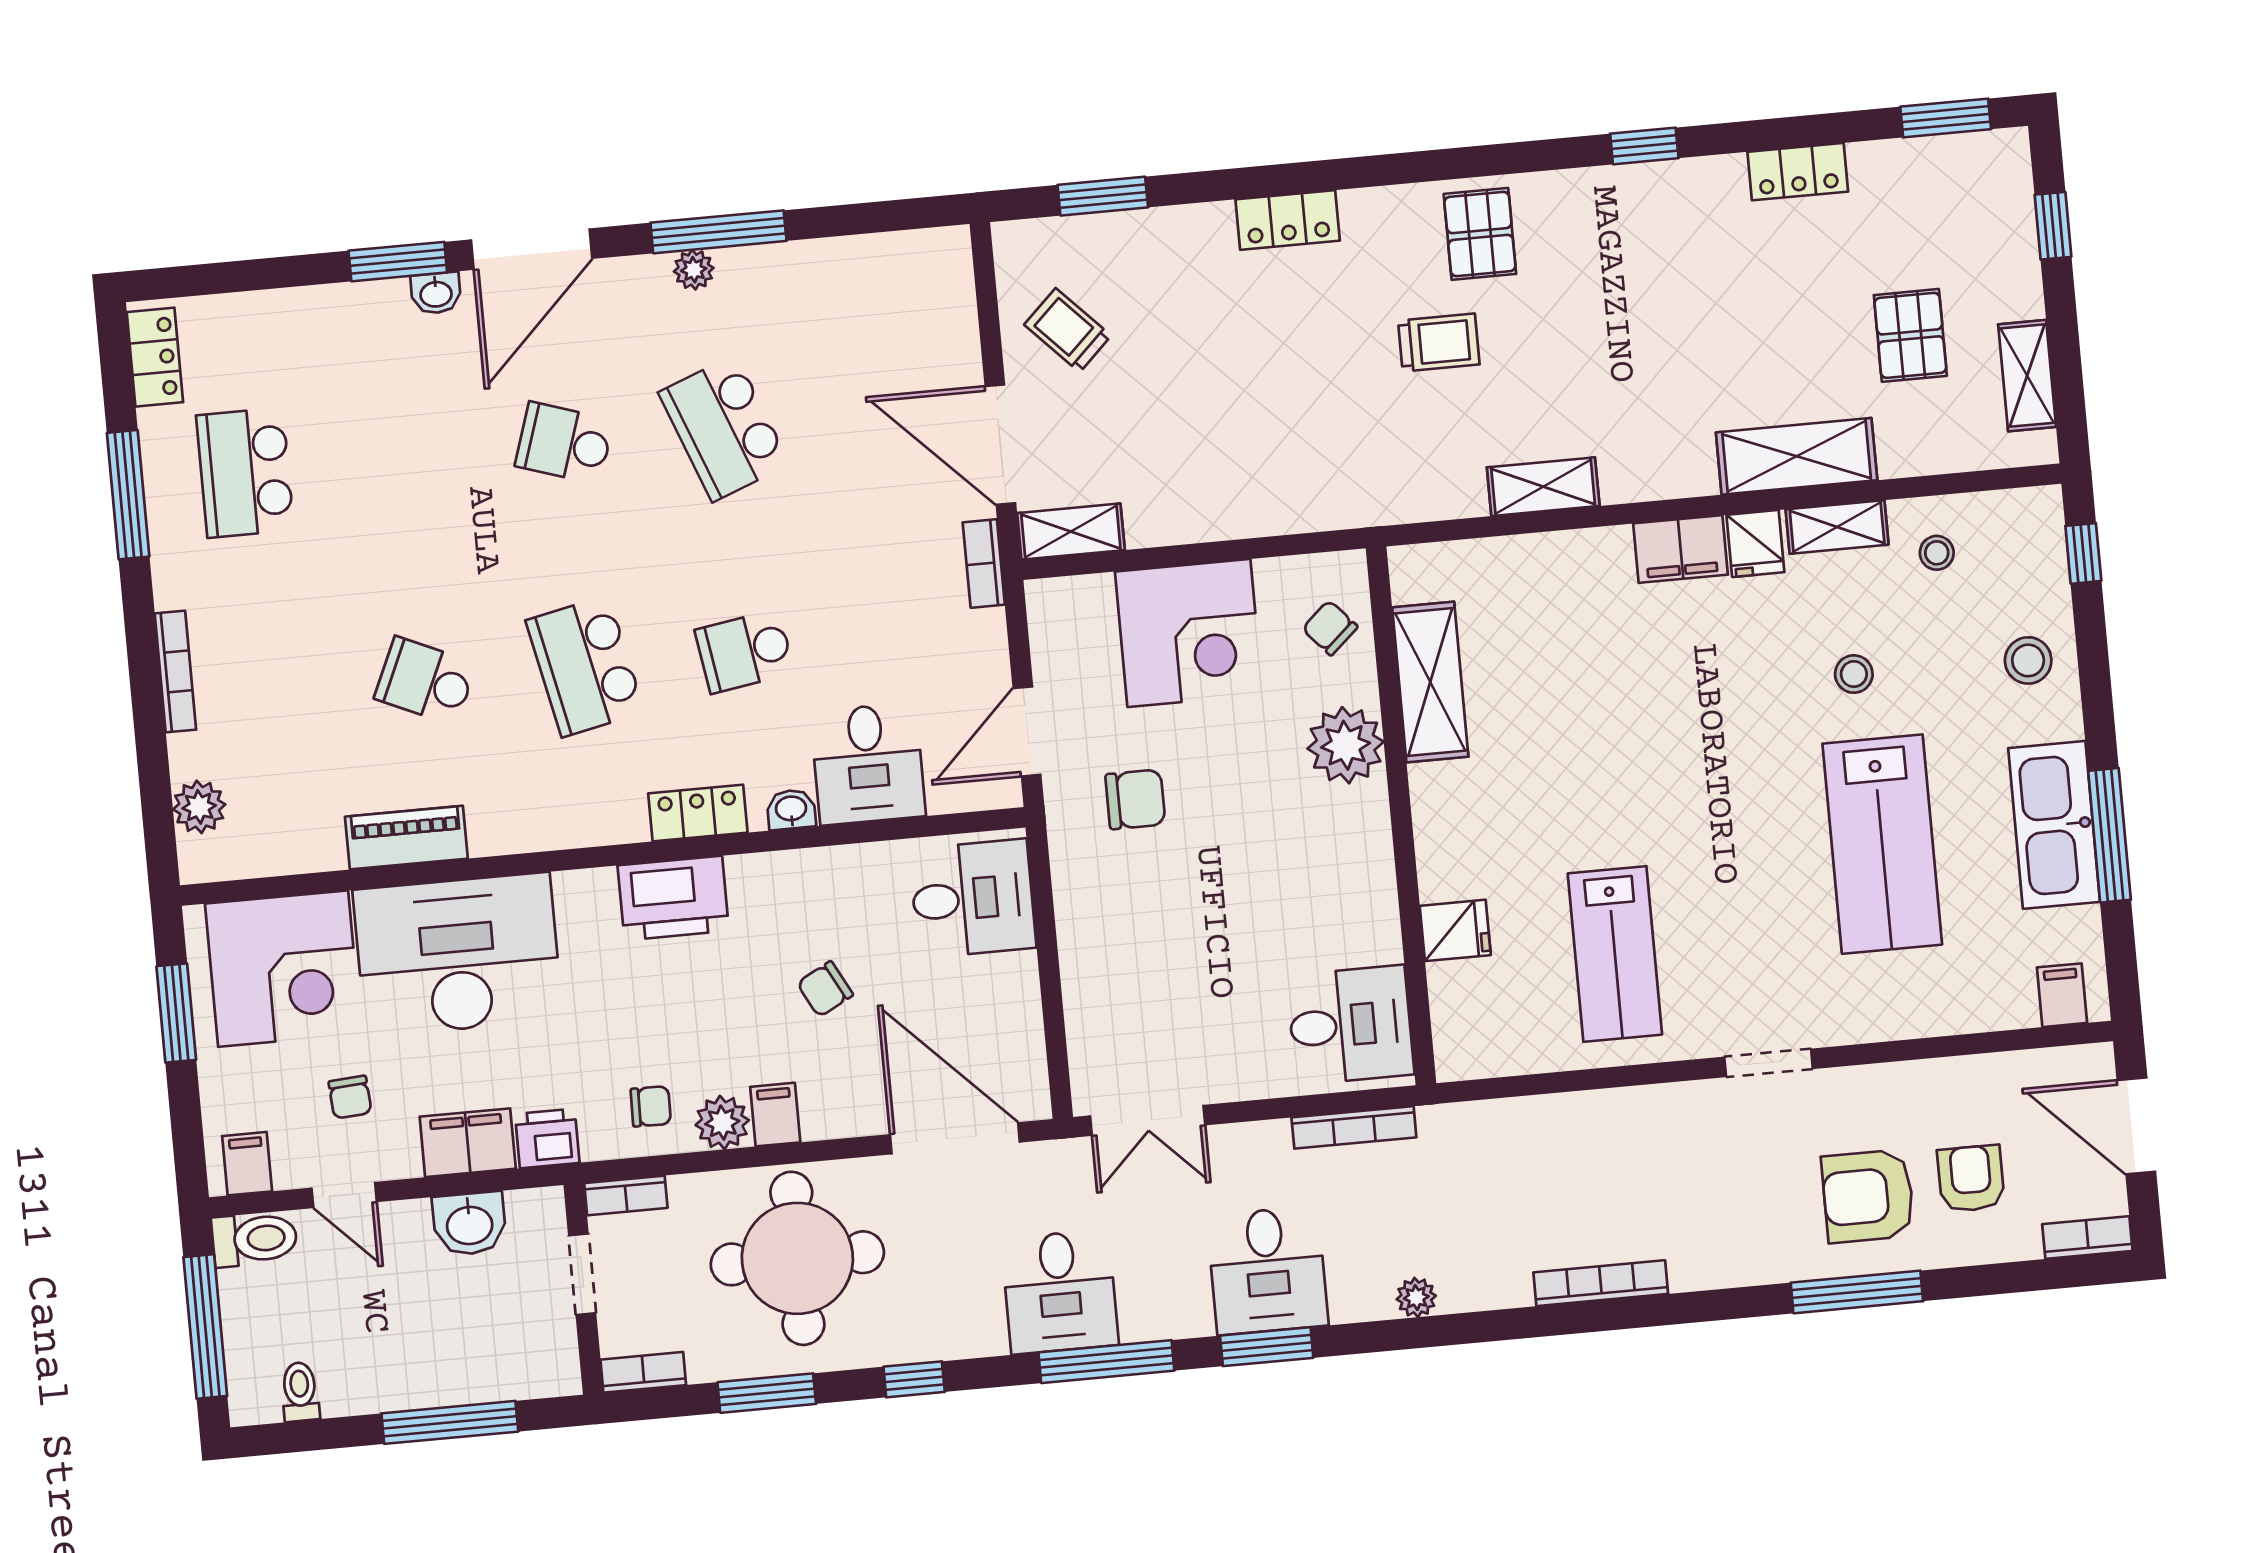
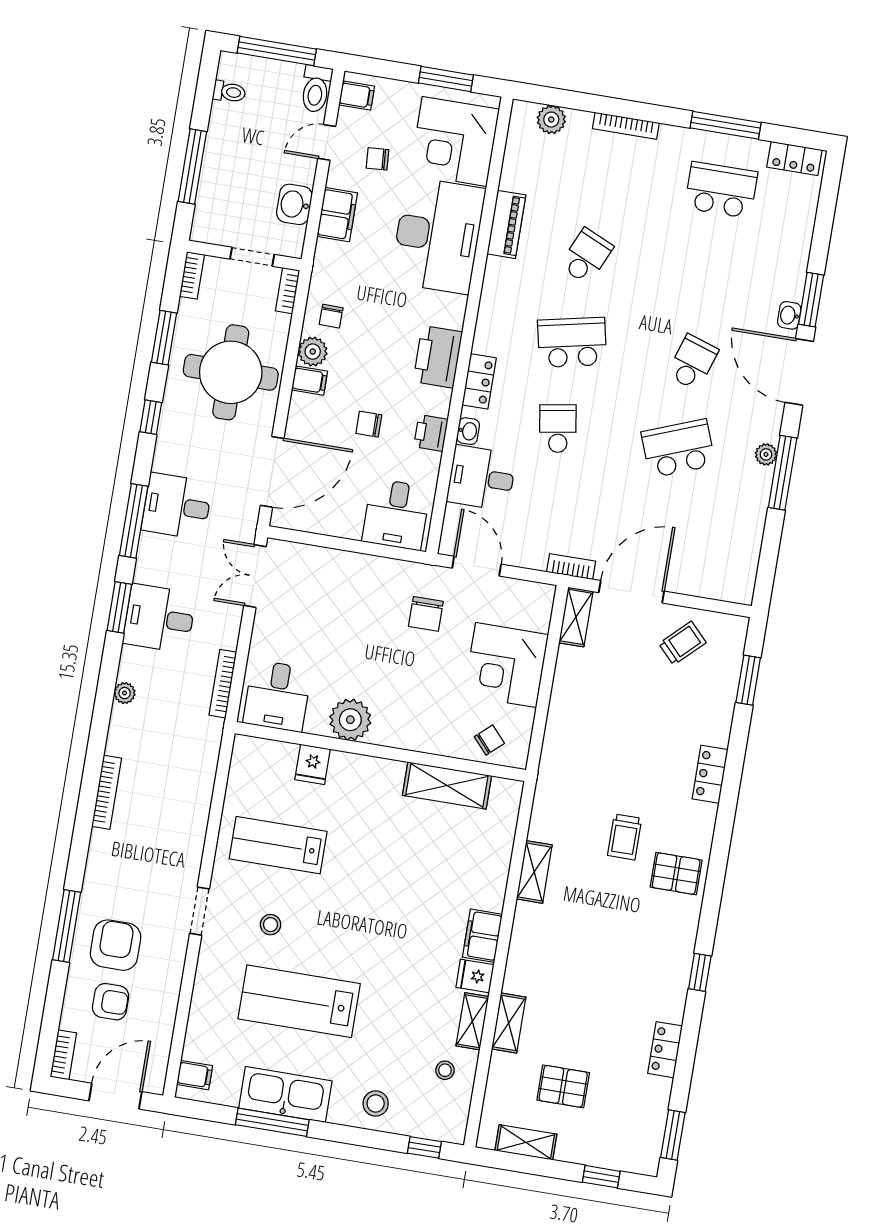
shelving: (1797, 456) -> (509, 1023), width x0.67, depth x0.75
stool: (1854, 674) -> (271, 925), moved
plant: (1346, 745) -> (350, 720), moved
chair: (825, 989) -> (369, 424), turned -62
printer: (547, 1138) -> (431, 433), moved, turned 180

